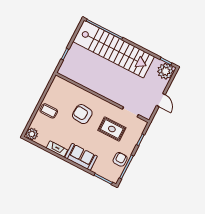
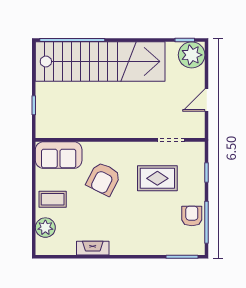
door: (161, 100) -> (207, 100), swing flipped
armchair: (82, 114) -> (103, 179), turned -68
plant: (32, 134) -> (45, 228), moved
sofa: (81, 157) -> (59, 155), moved, turned 180

